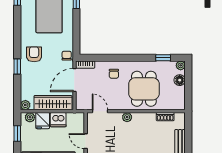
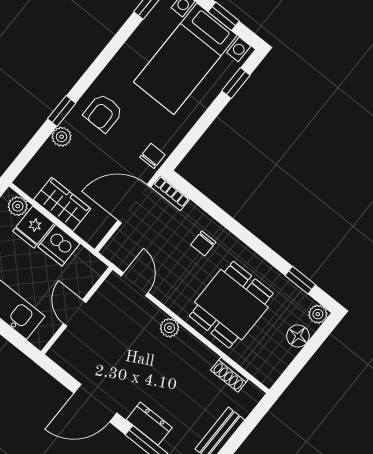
armchair: (34, 54) -> (103, 113), turned 180
wardrobe: (53, 103) -> (62, 204), width x0.67
plant: (25, 105) -> (62, 137), moved

